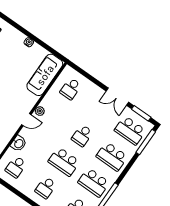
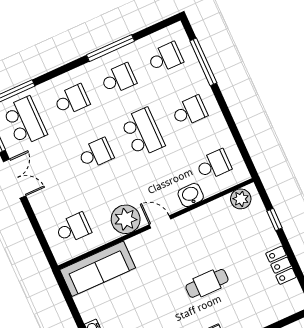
plant: (40, 111) -> (126, 219), width x1.87, depth x1.87
school desk: (112, 156) -> (72, 100), width x0.54
school desk: (94, 182) -> (118, 79), width x0.54

